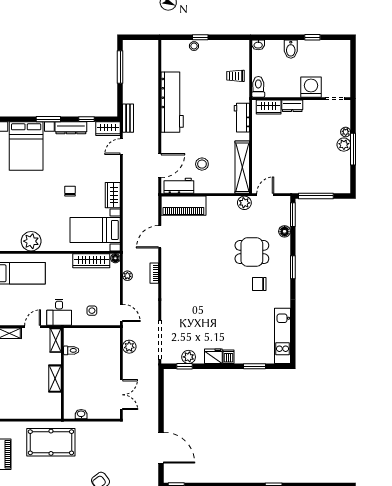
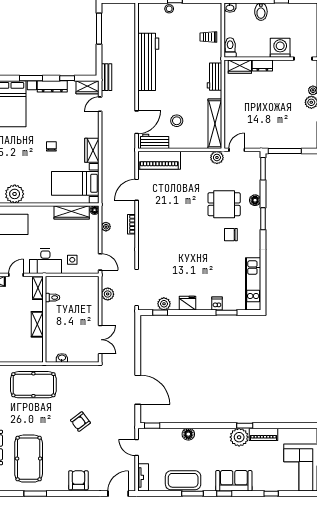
floor lamp: (285, 231) -> (255, 200), moved
desk: (59, 312) -> (45, 261), width x1.37
dishwasher: (228, 357) -> (217, 304), moved

